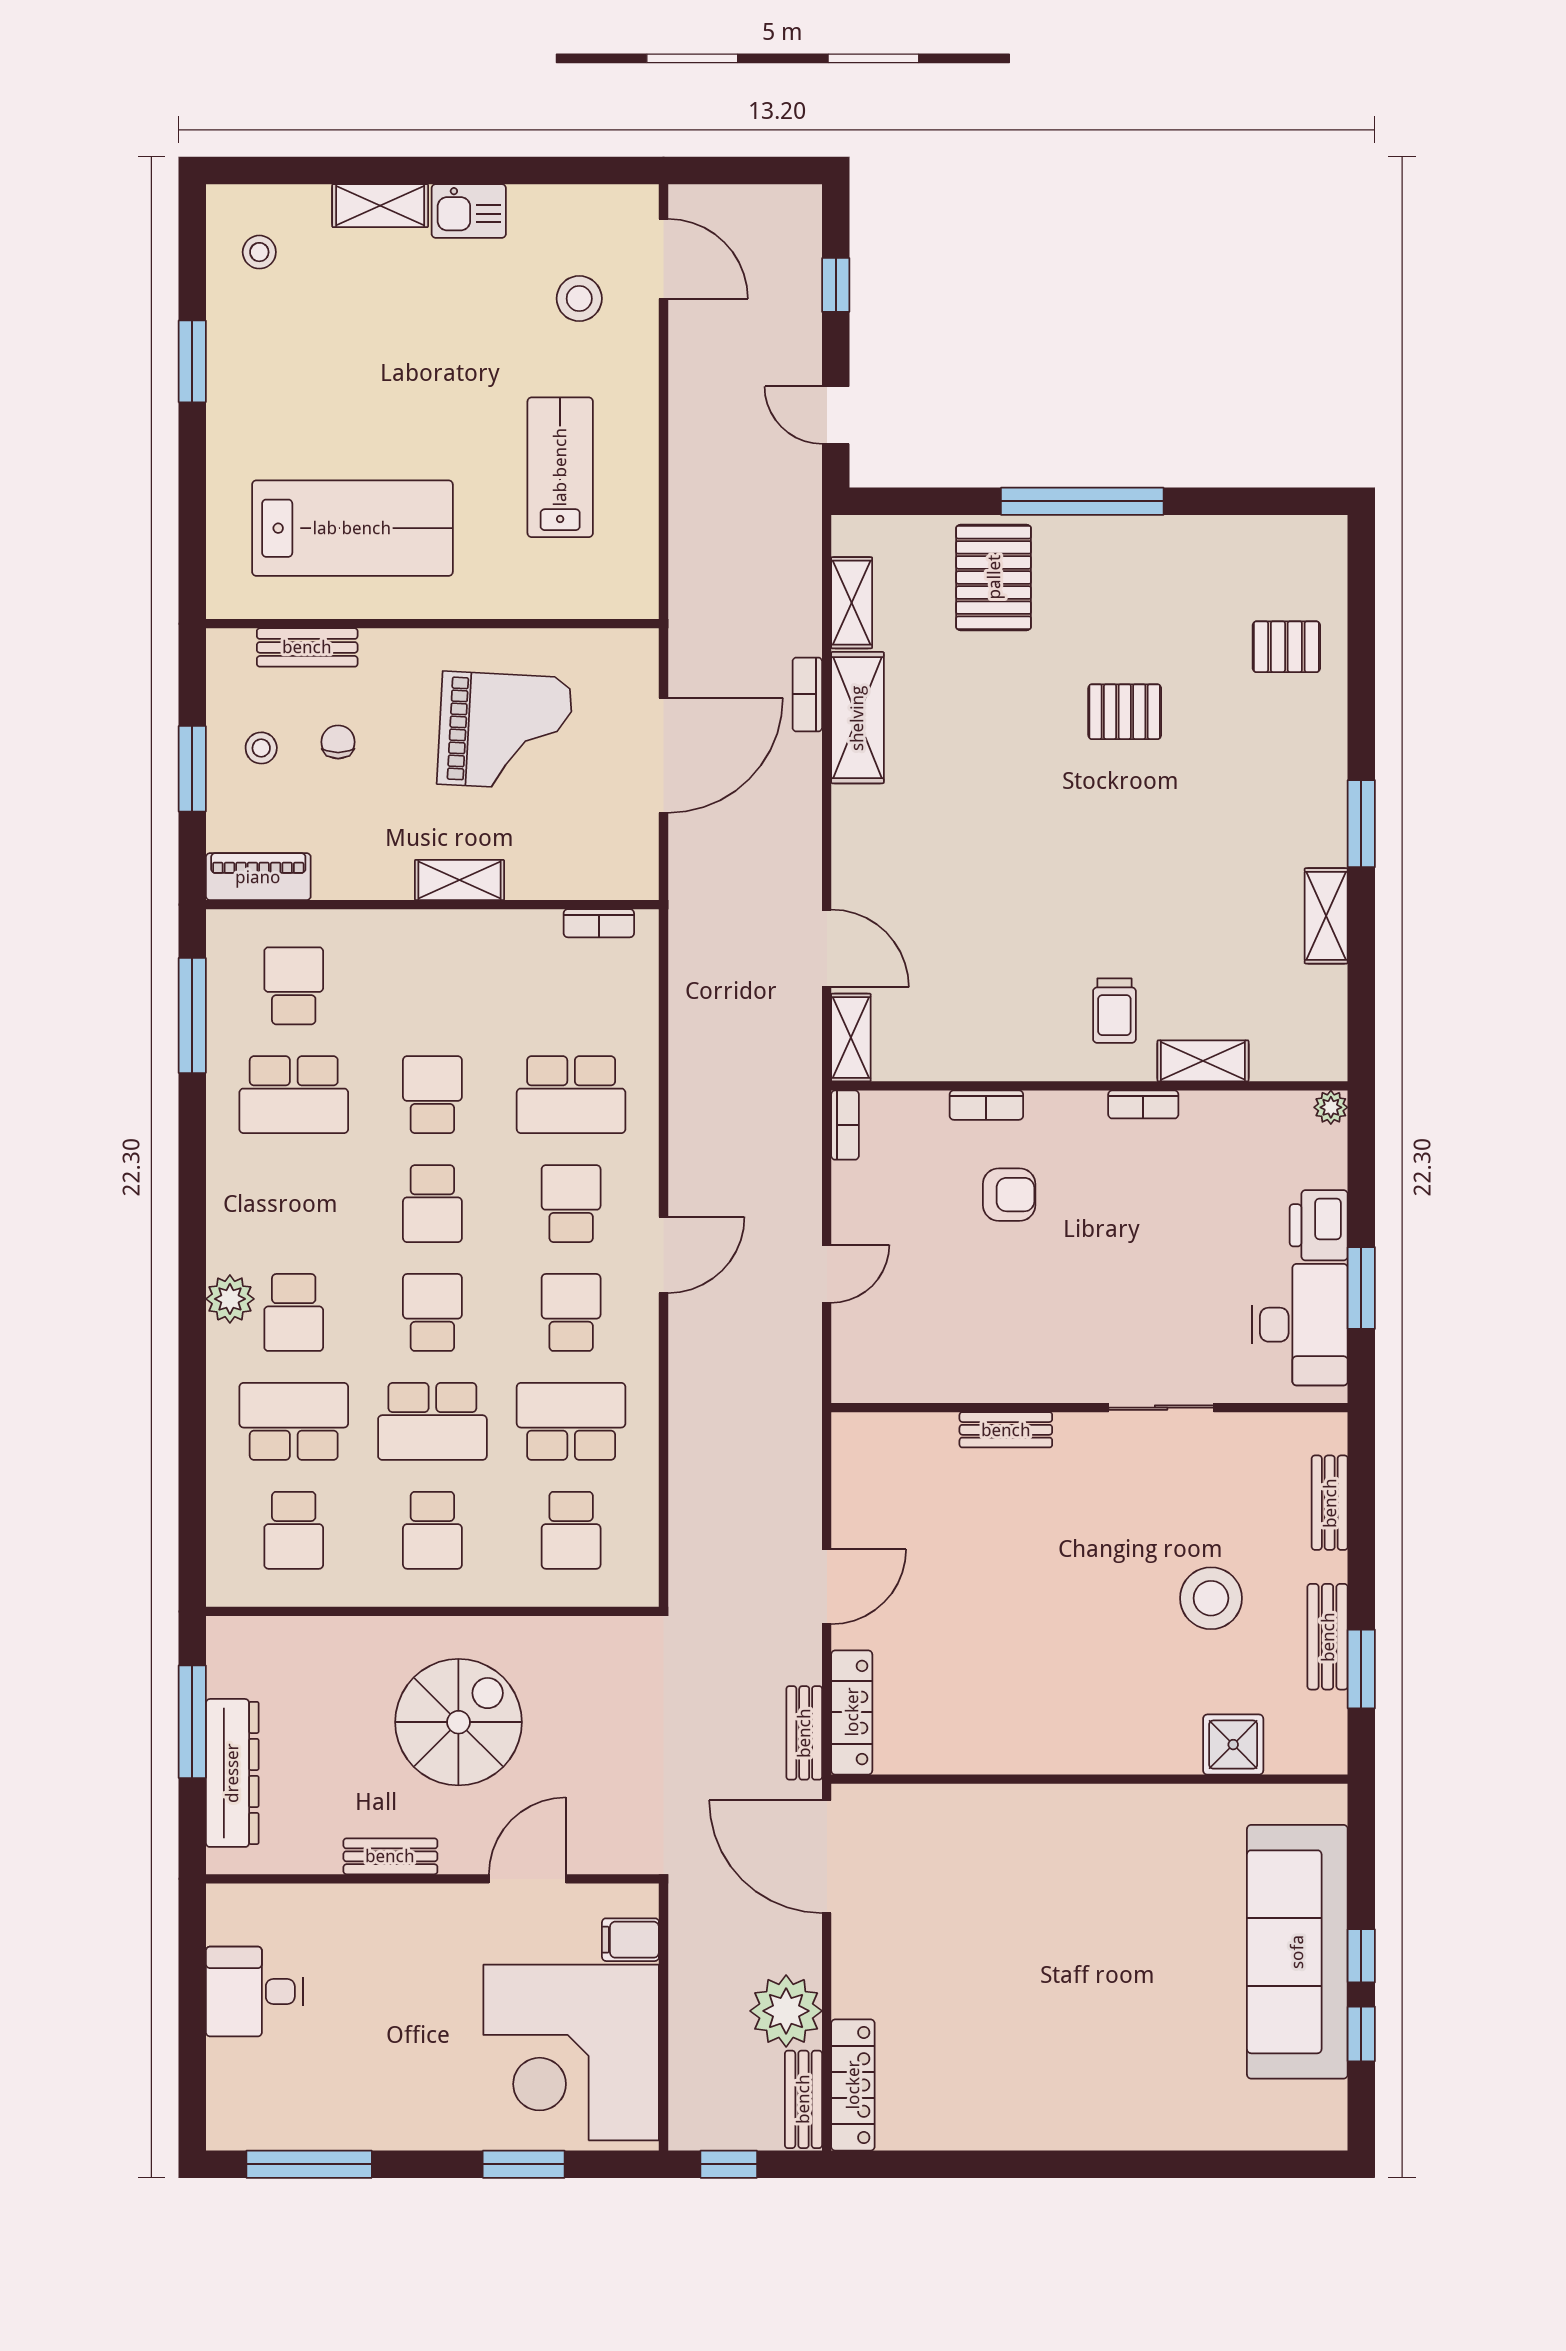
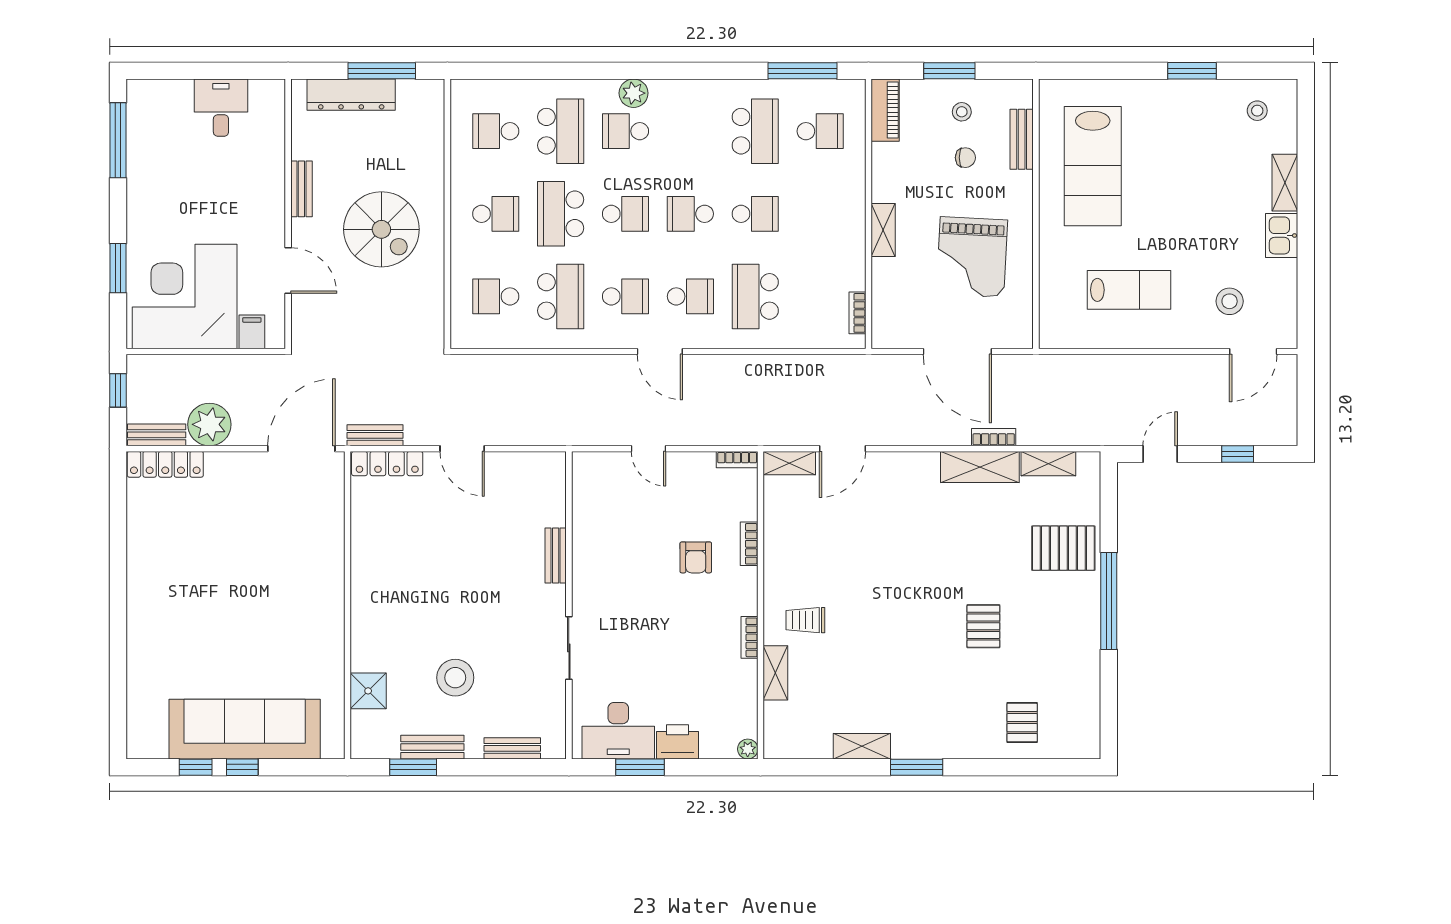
school desk: (294, 1095) -> (755, 131), turned 180
school desk: (432, 1530) -> (496, 214), turned 180

